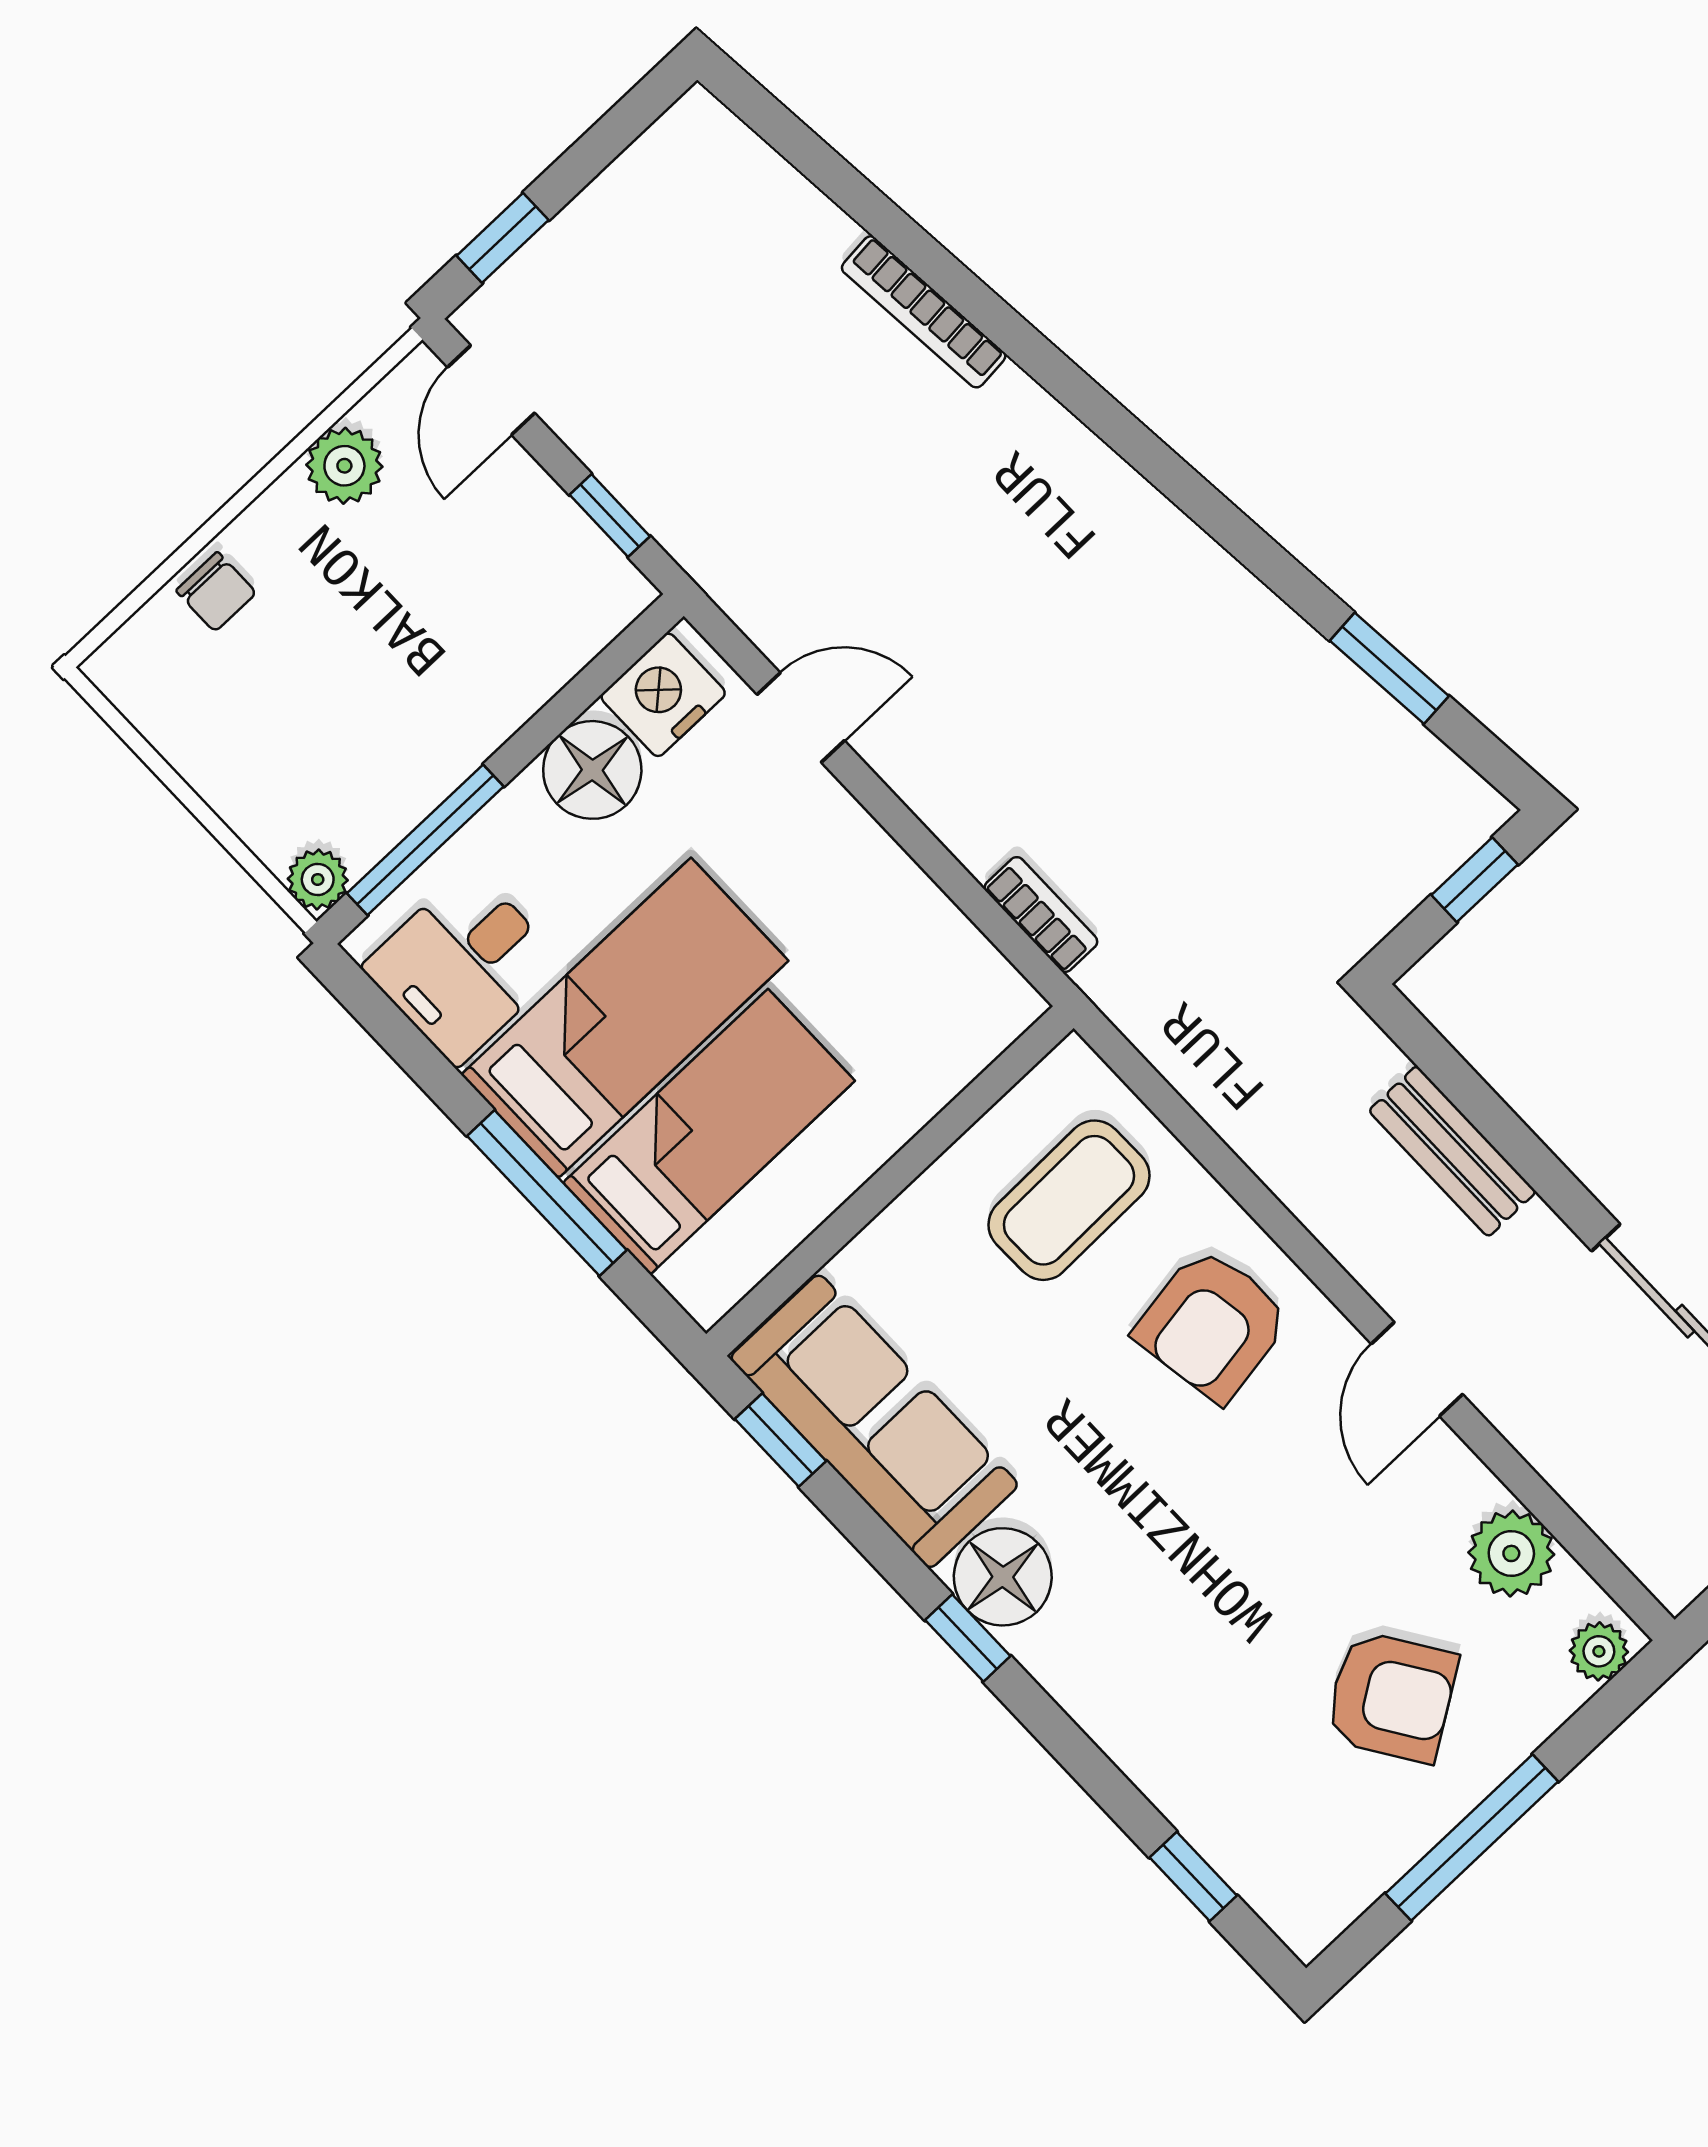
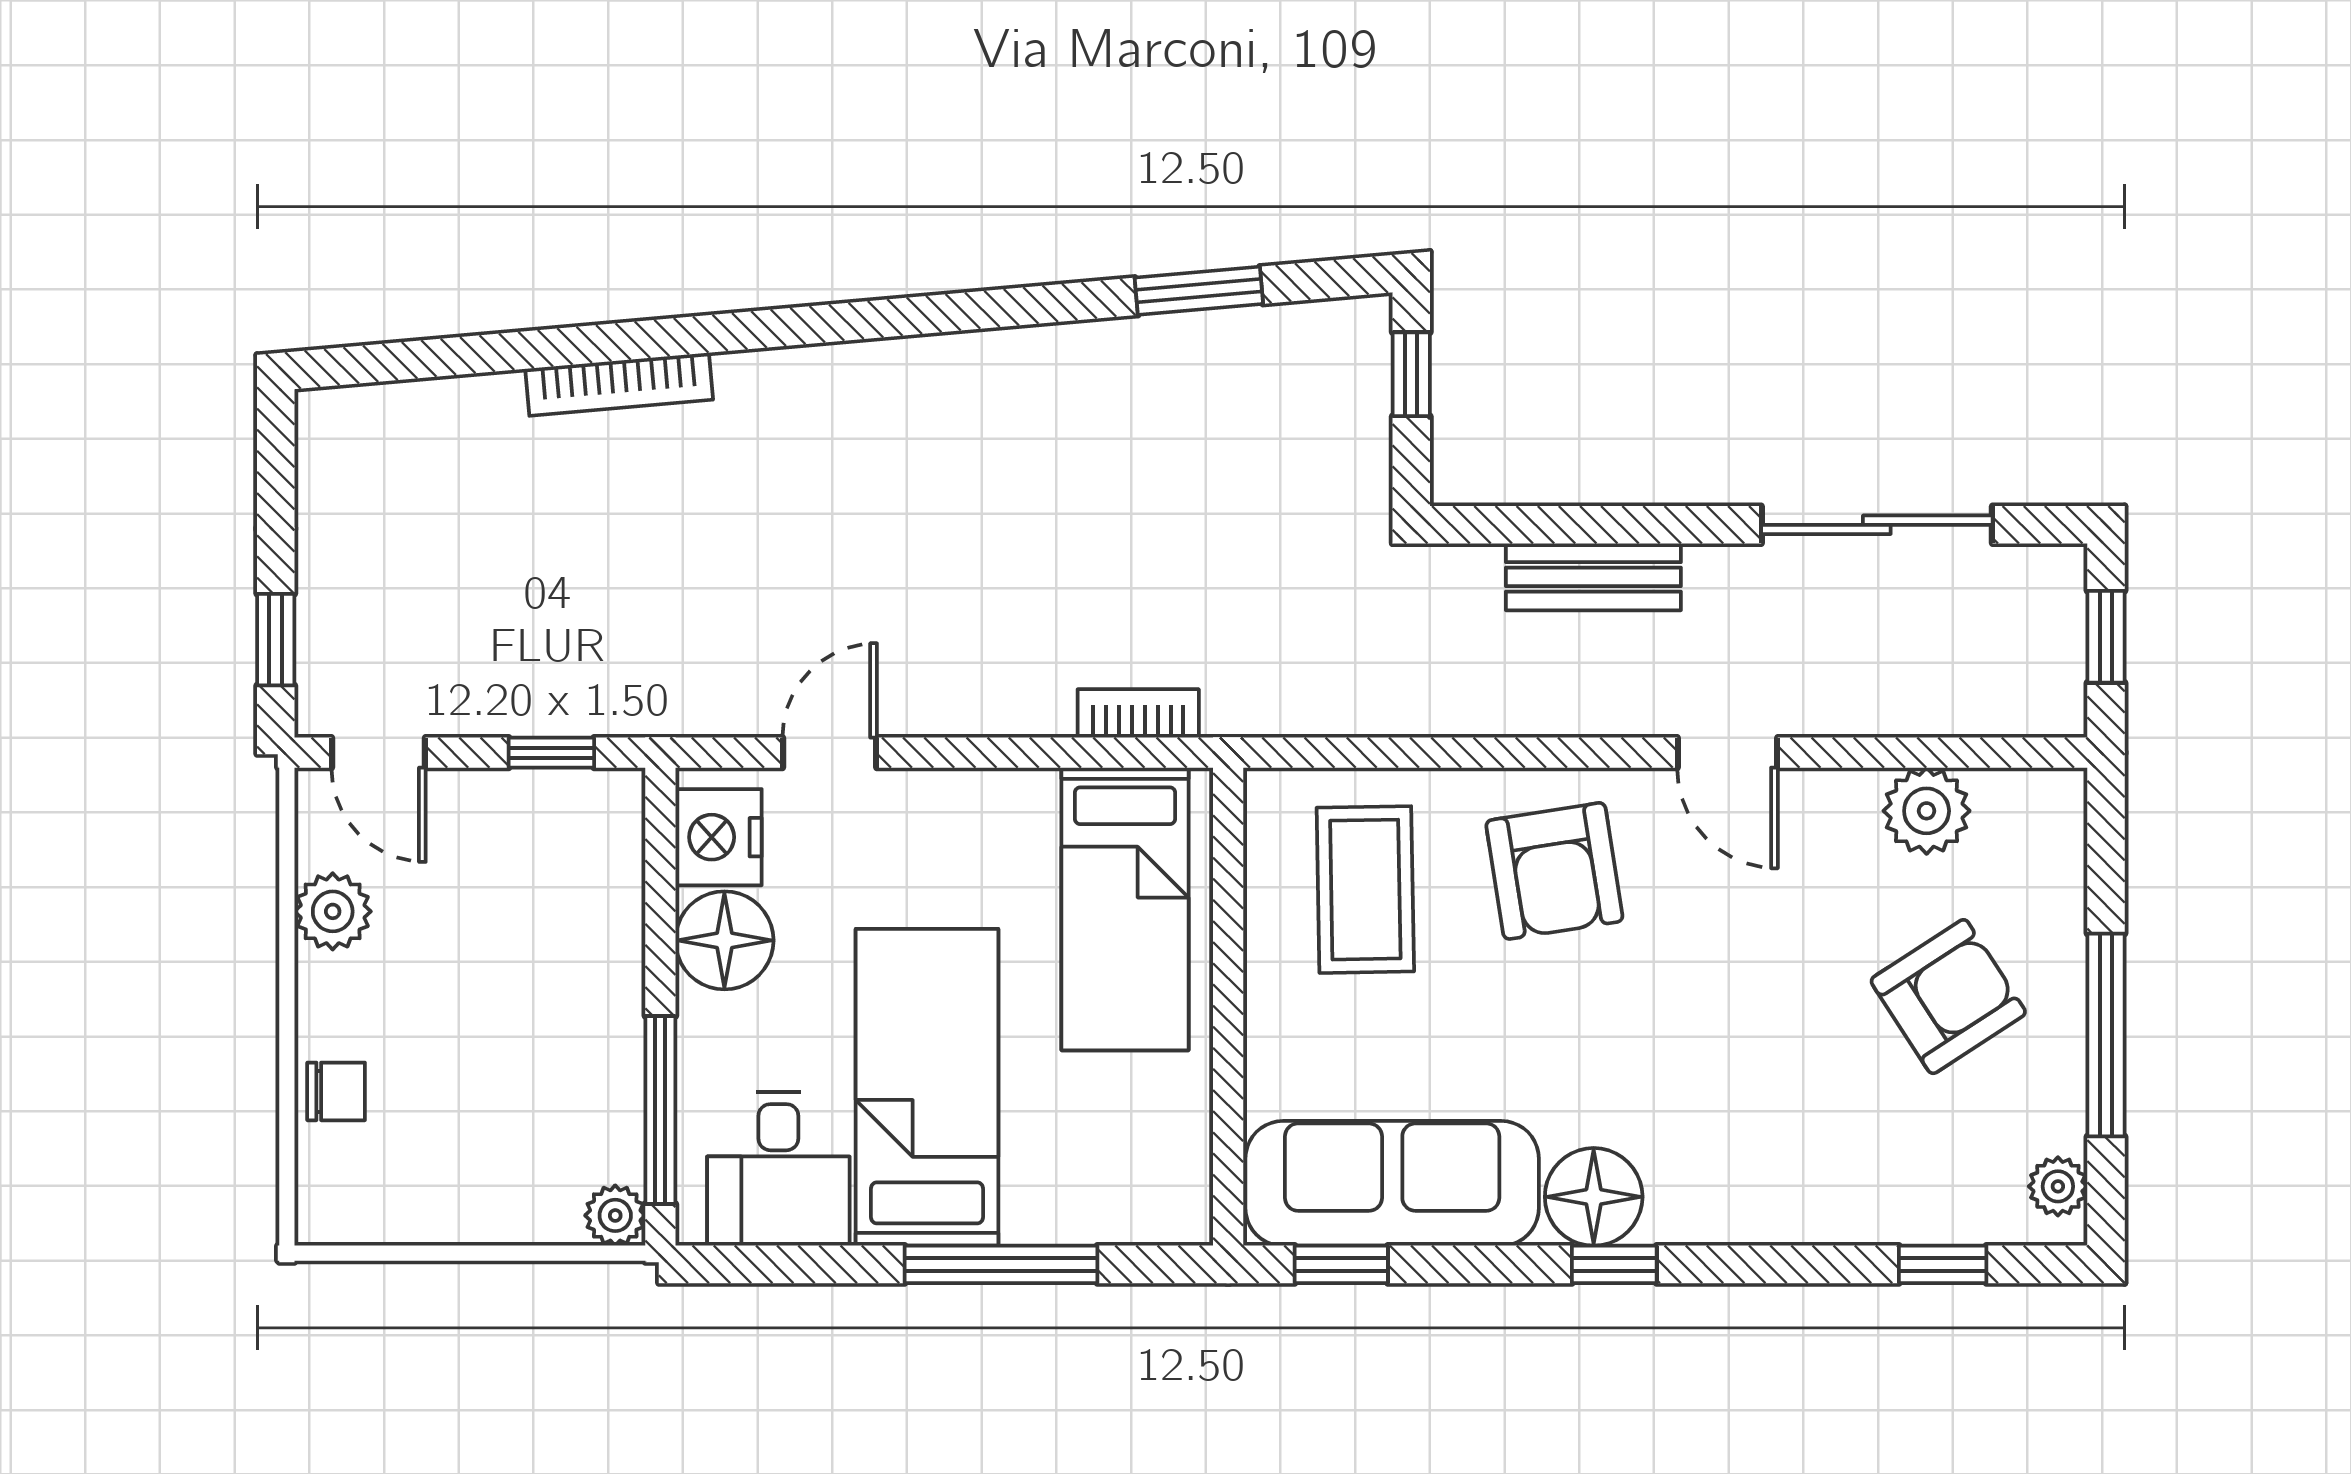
bed: (709, 1132) -> (1125, 909), moved, turned 180
plant: (1599, 1651) -> (2058, 1186), moved

